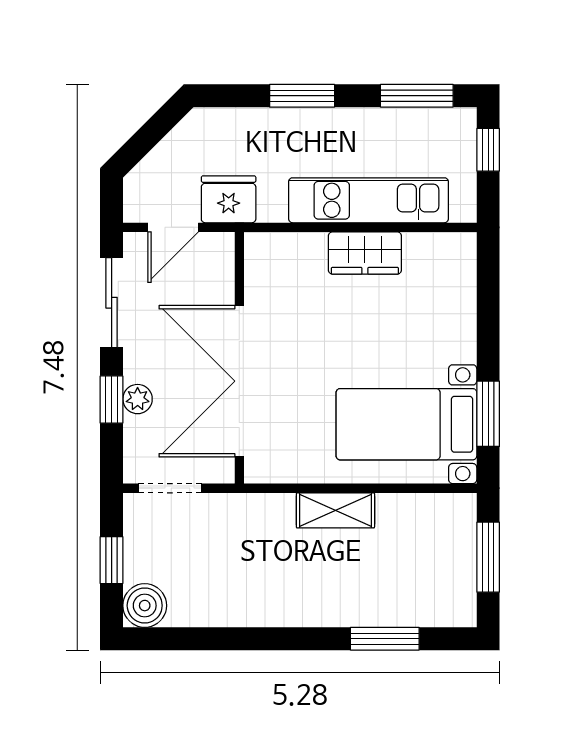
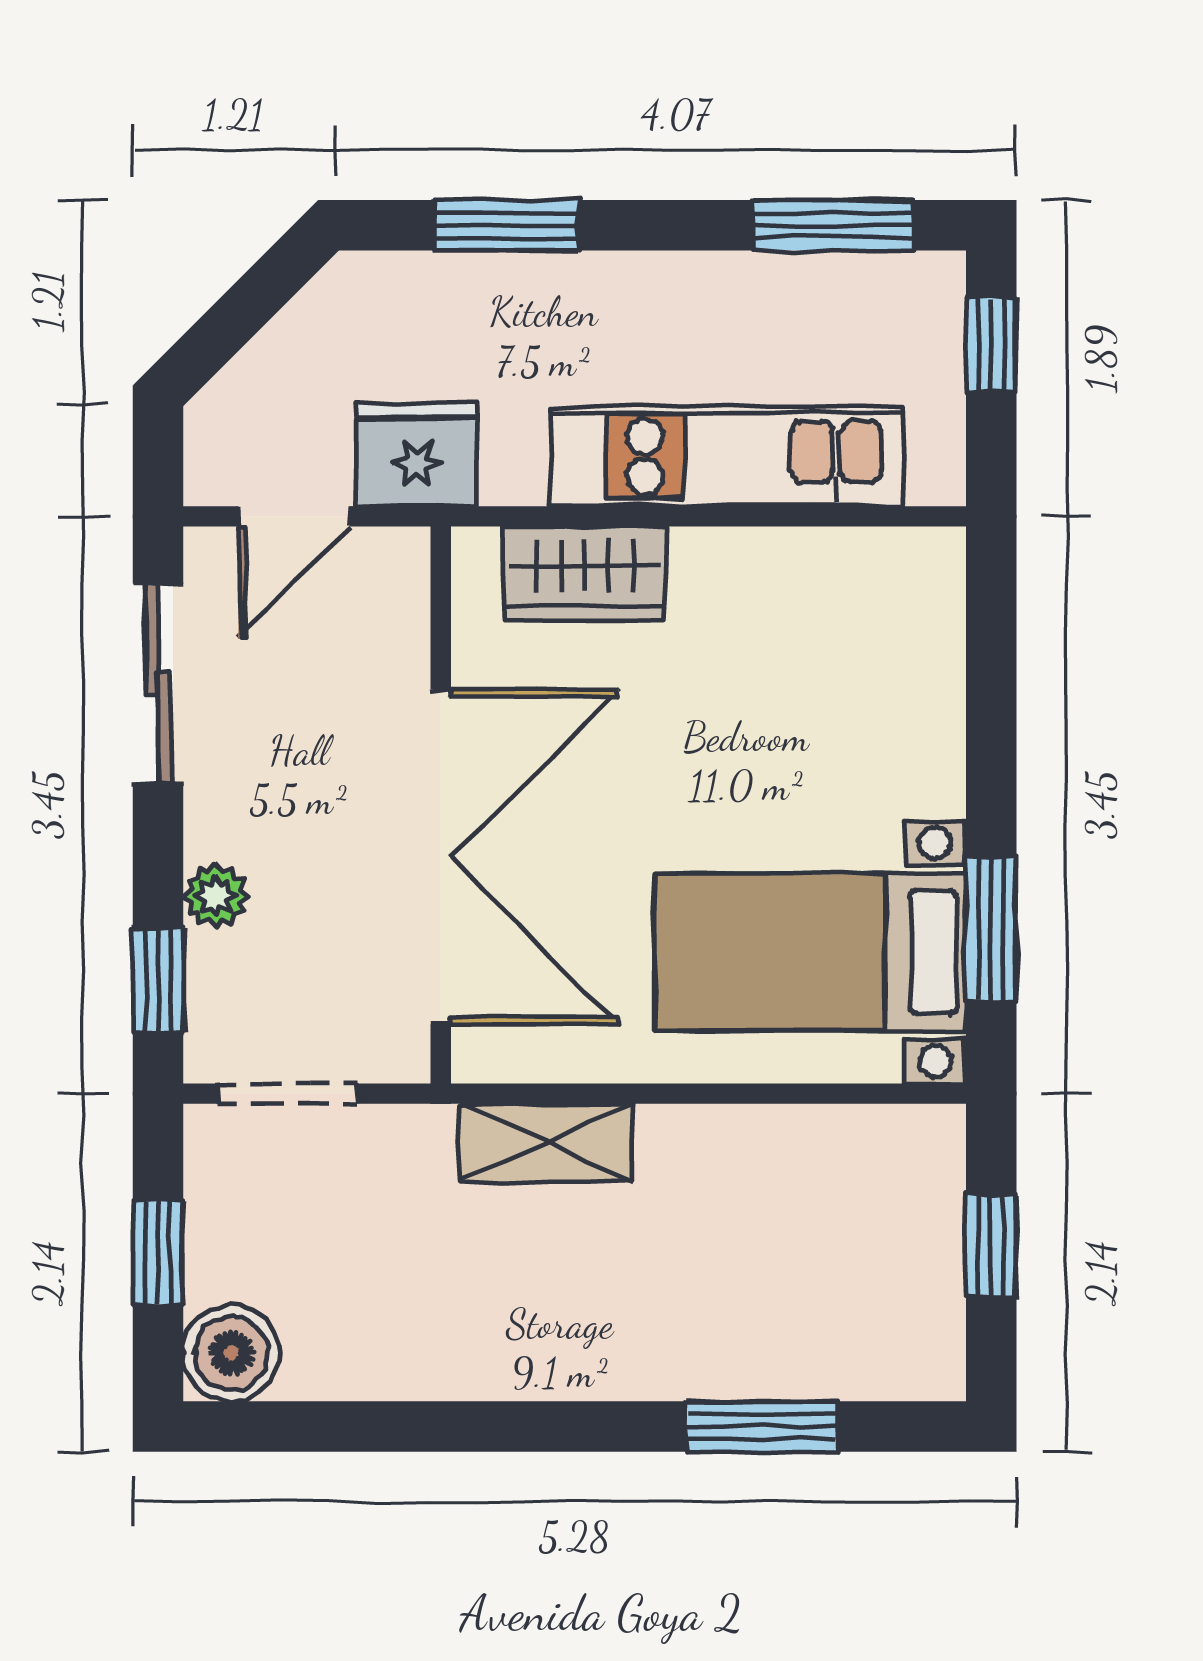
window: (302, 96) -> (506, 225), moved
wardrobe: (365, 253) -> (584, 573), moved
double door: (239, 381) -> (441, 857), swing flipped
window: (112, 400) -> (158, 980), moved
shelving: (335, 510) -> (546, 1143), moved
window: (488, 557) -> (991, 1246), width x0.67

